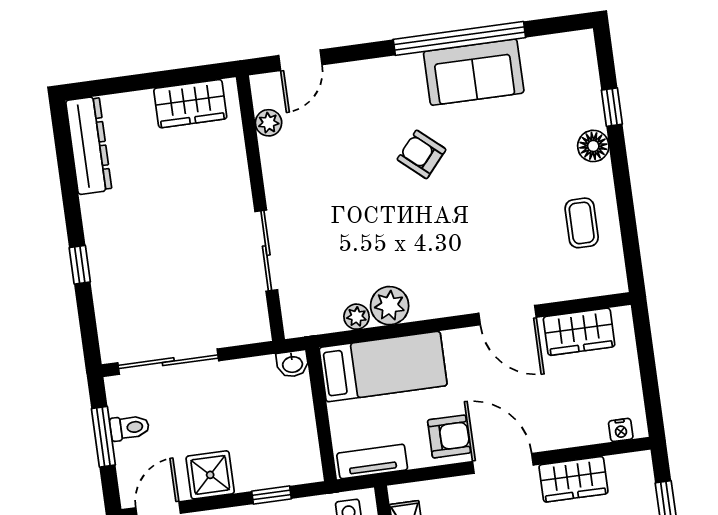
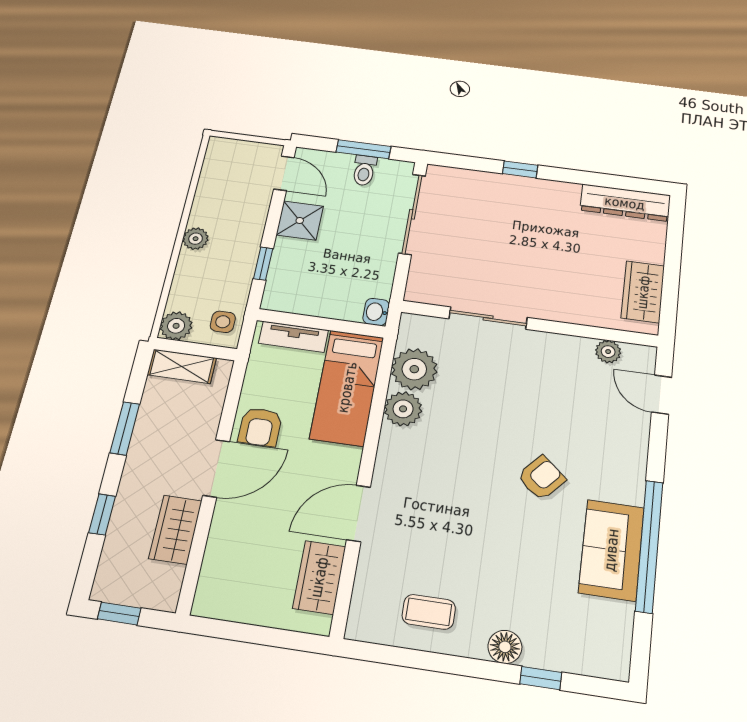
plant: (357, 317) -> (414, 369), width x1.88, depth x1.88
nightstand: (621, 430) -> (207, 590), removed
tv unit: (372, 461) -> (293, 337), moved, turned 90

